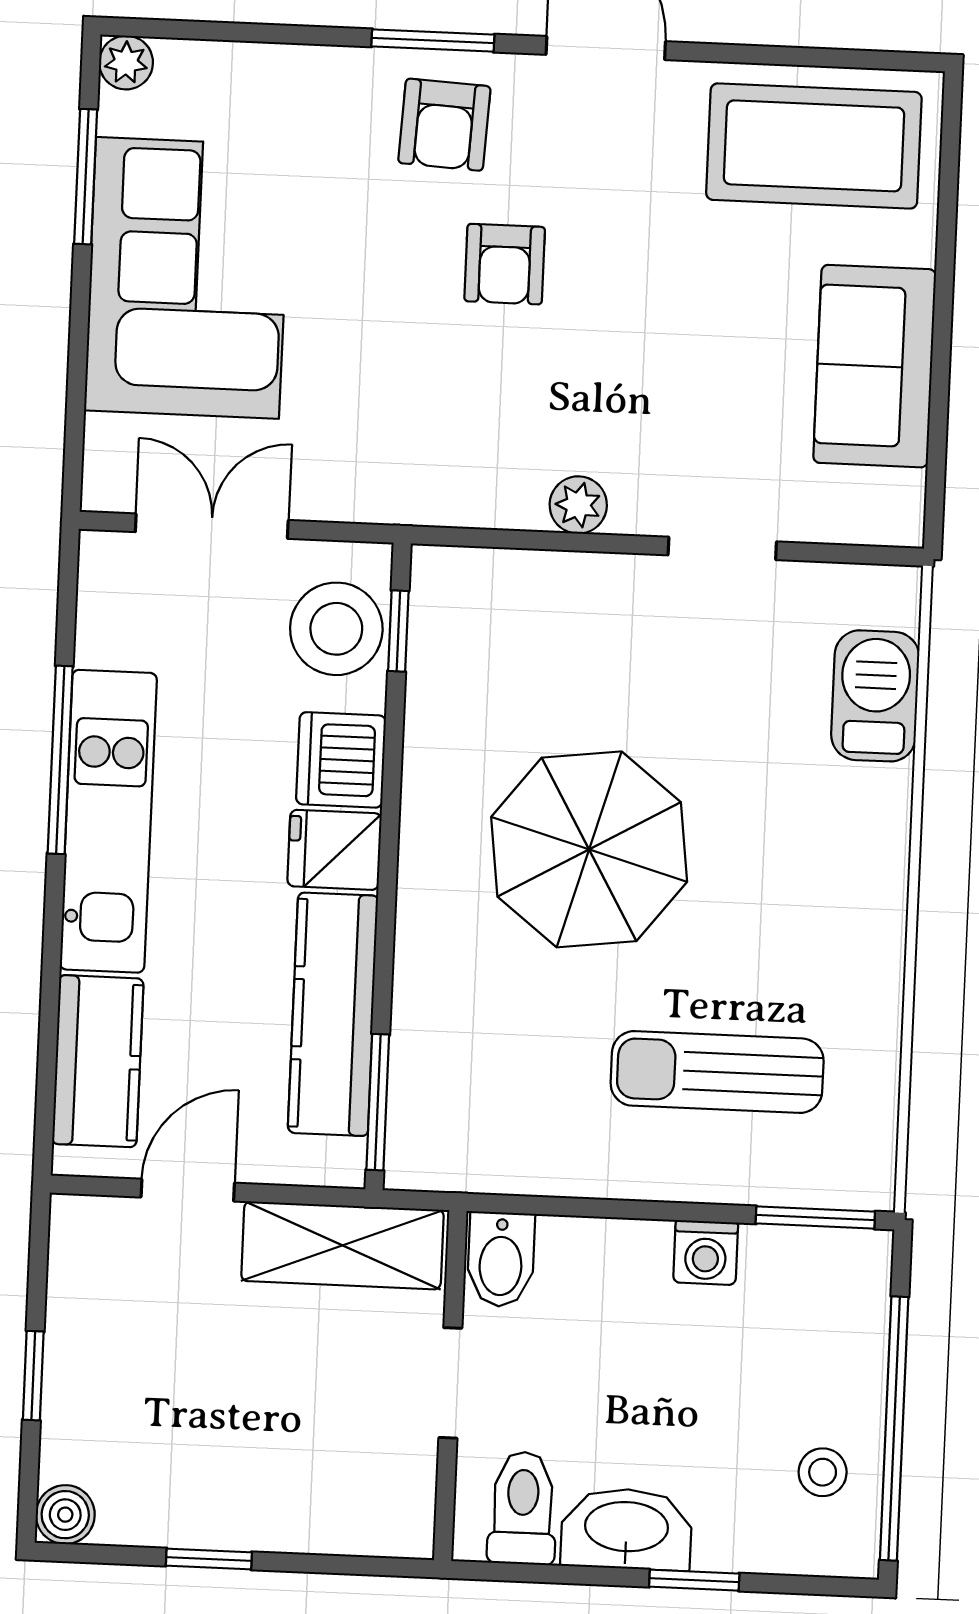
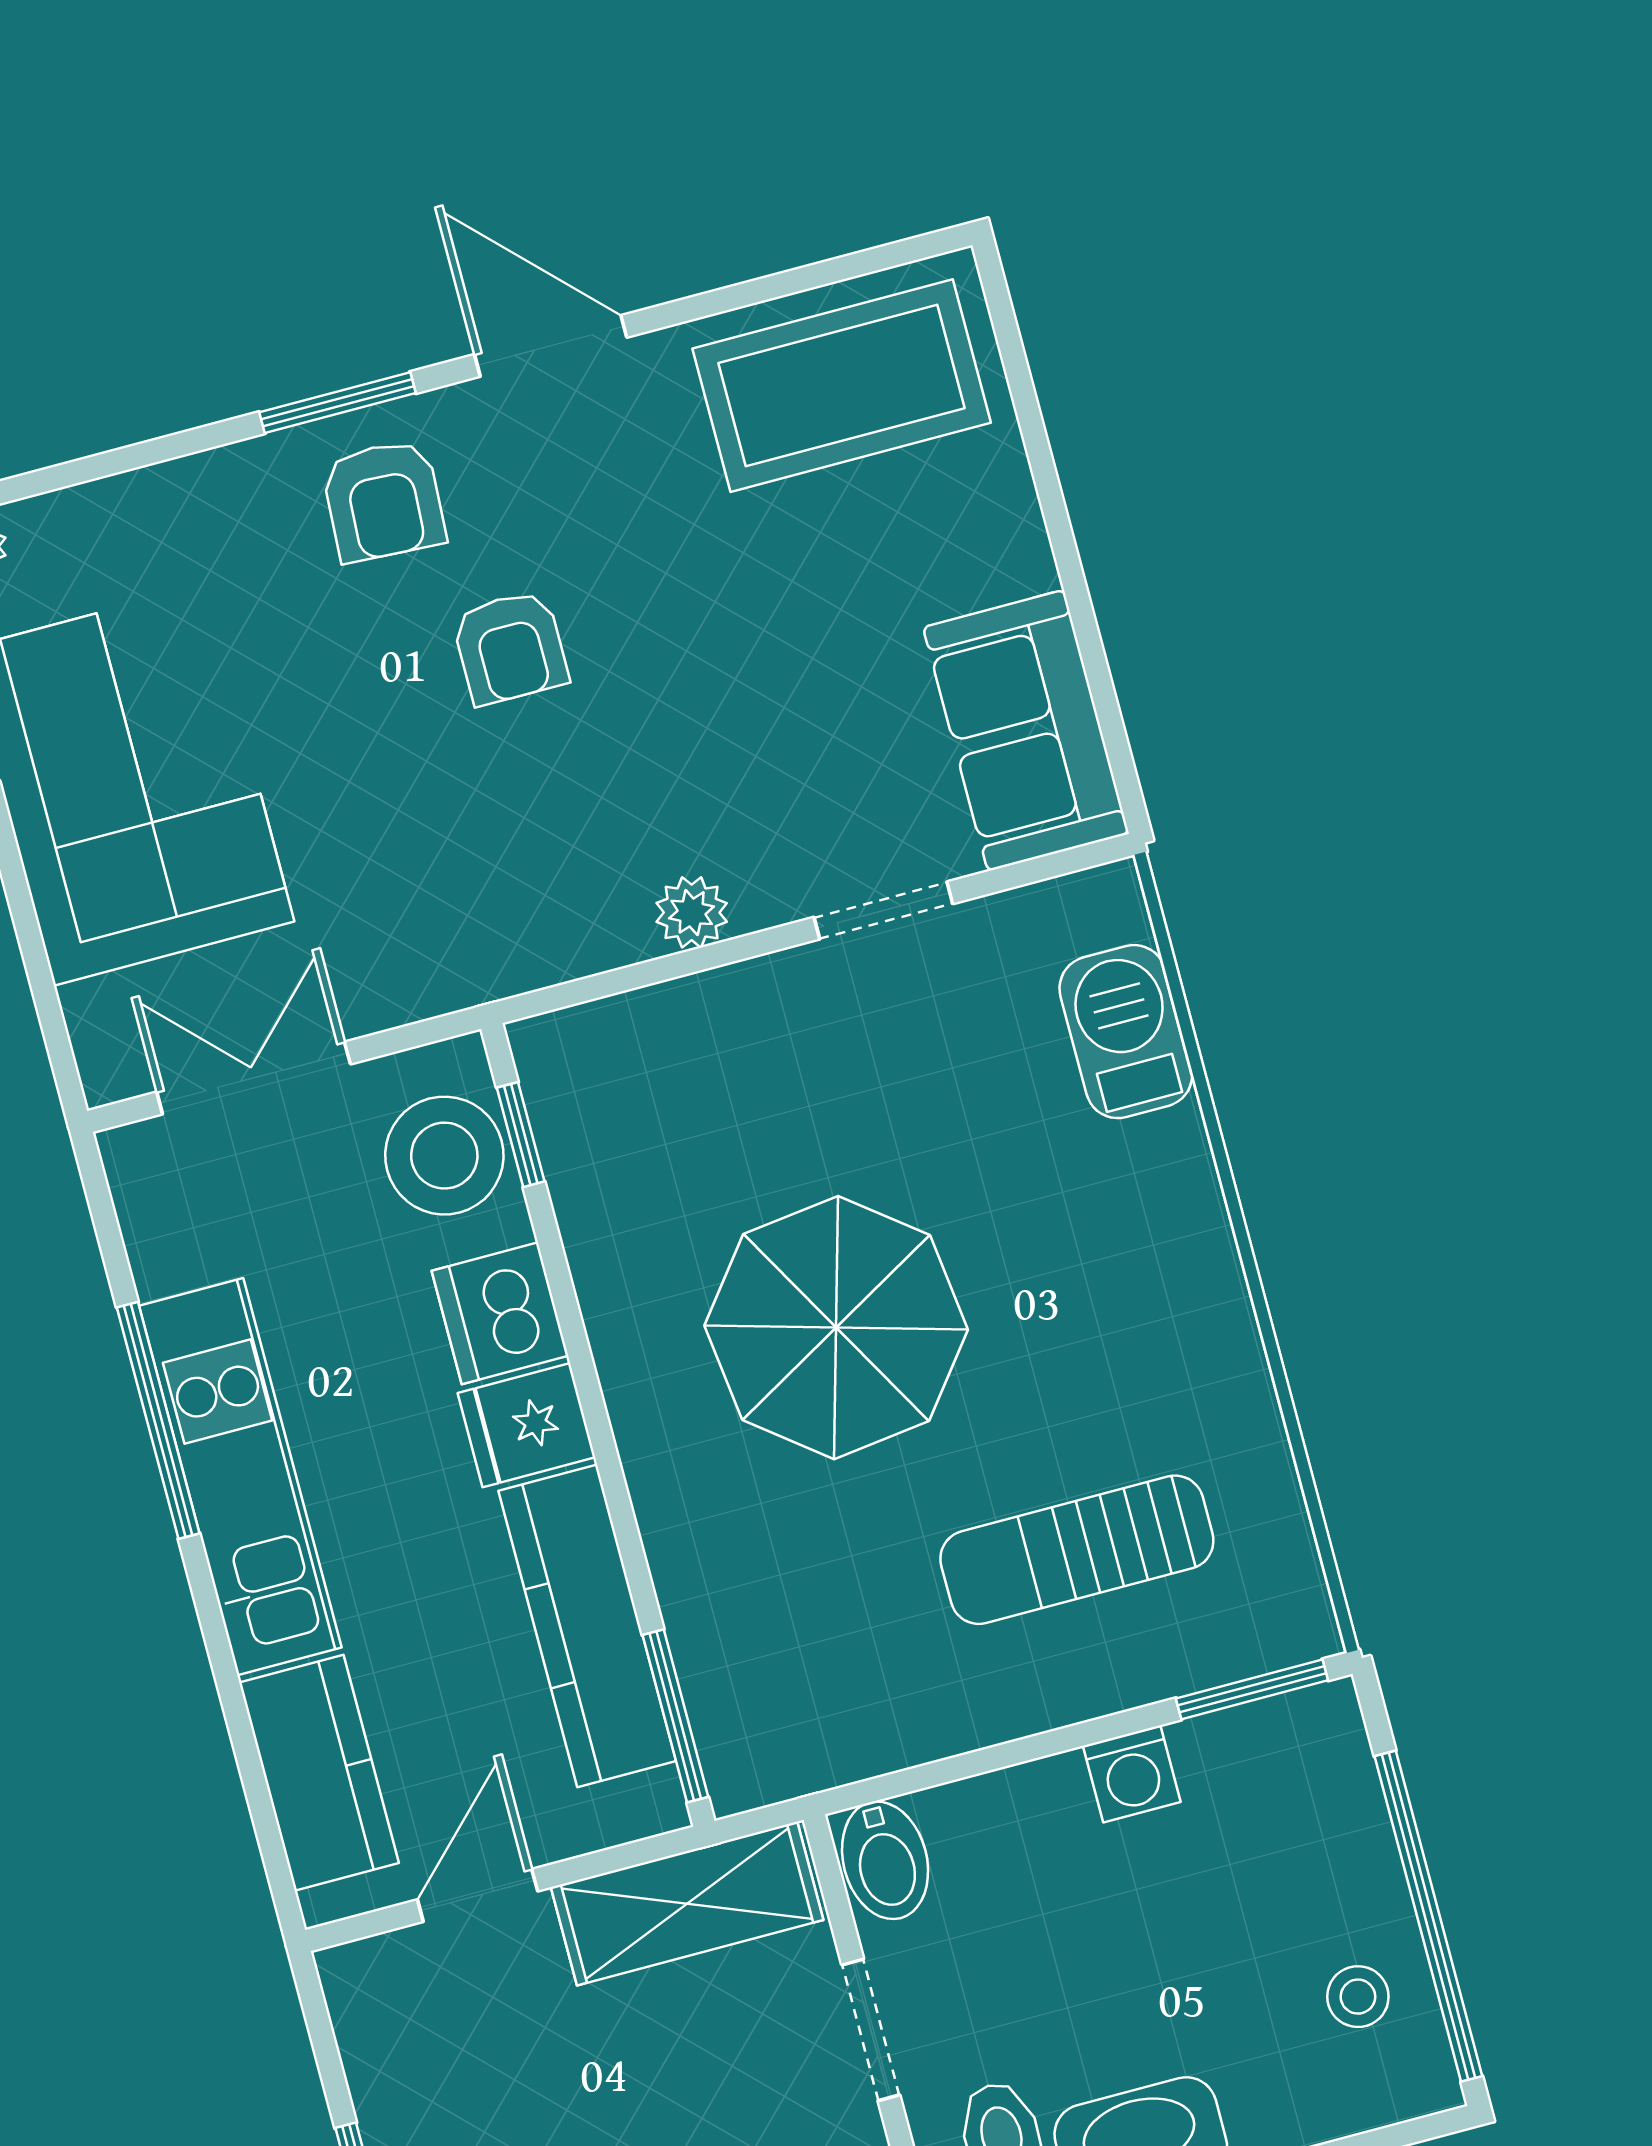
sofa: (875, 366) -> (1026, 730), moved

